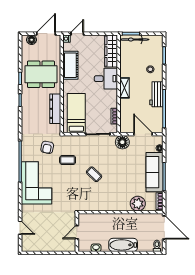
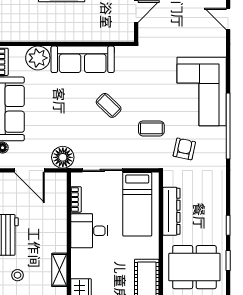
desk: (106, 79) -> (89, 231), moved
shelving: (124, 88) -> (59, 270), moved
sofa: (110, 203) -> (83, 59), added

